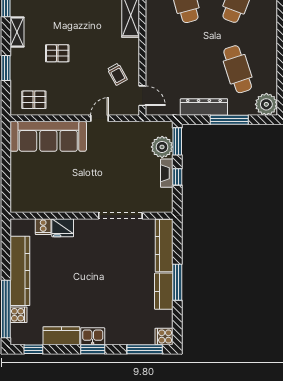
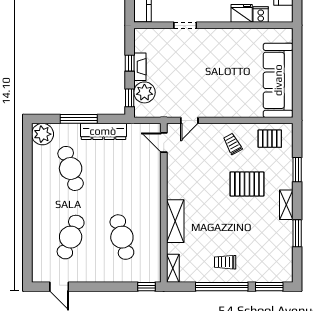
pallet: (57, 53) -> (247, 184), width x1.50, depth x1.42
trolley: (117, 74) -> (233, 144), moved
door: (100, 118) -> (189, 120), moved
sofa: (48, 136) -> (278, 80), moved, turned -90
window: (177, 141) -> (130, 98), width x0.67
doorway: (120, 216) -> (185, 25), width x0.53

